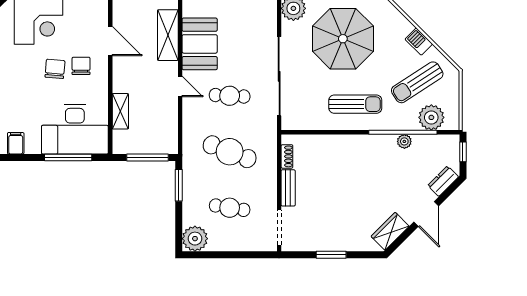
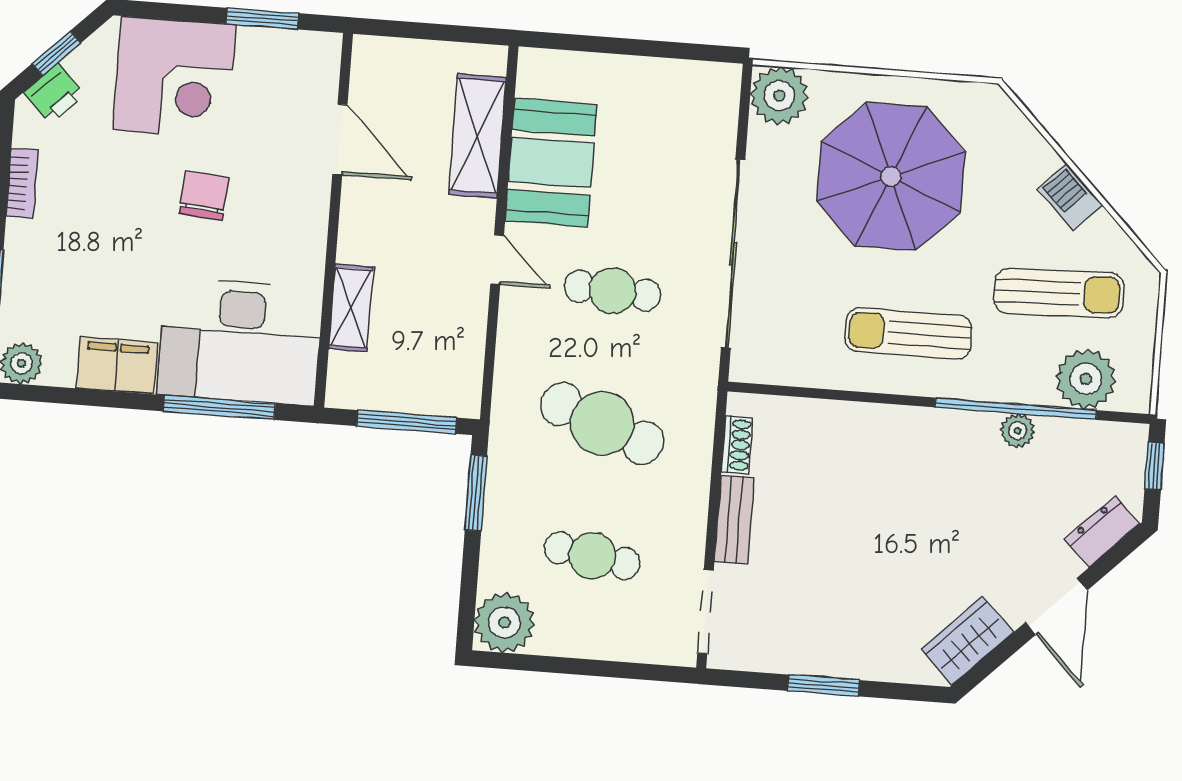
chair: (81, 66) -> (266, 193), removed
sun lounger: (417, 82) -> (1059, 293), turned -149
sun lounger: (355, 104) -> (908, 334), turned 180
filing cabinet: (16, 143) -> (117, 366), width x2.00

